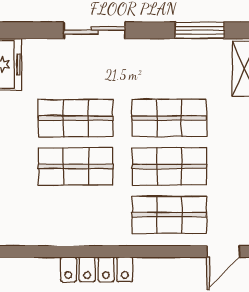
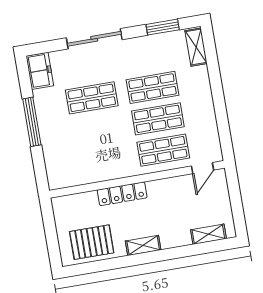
sliding door: (95, 30) -> (94, 39), width x1.37
shop shelf: (76, 166) -> (97, 129), removed

